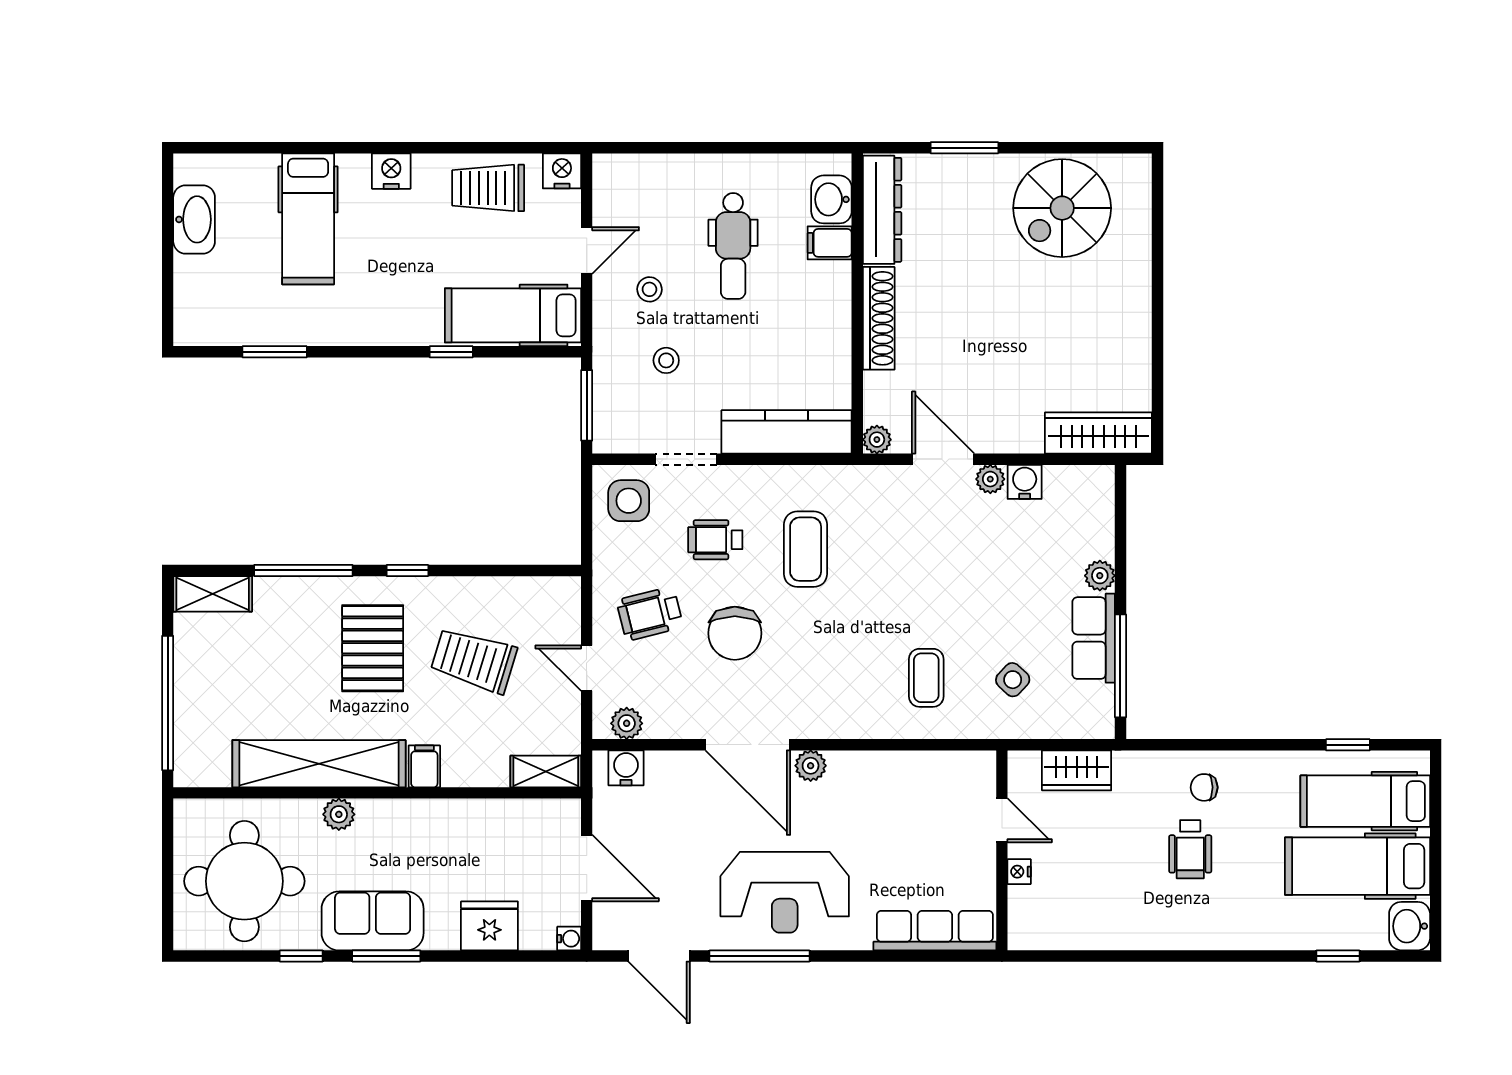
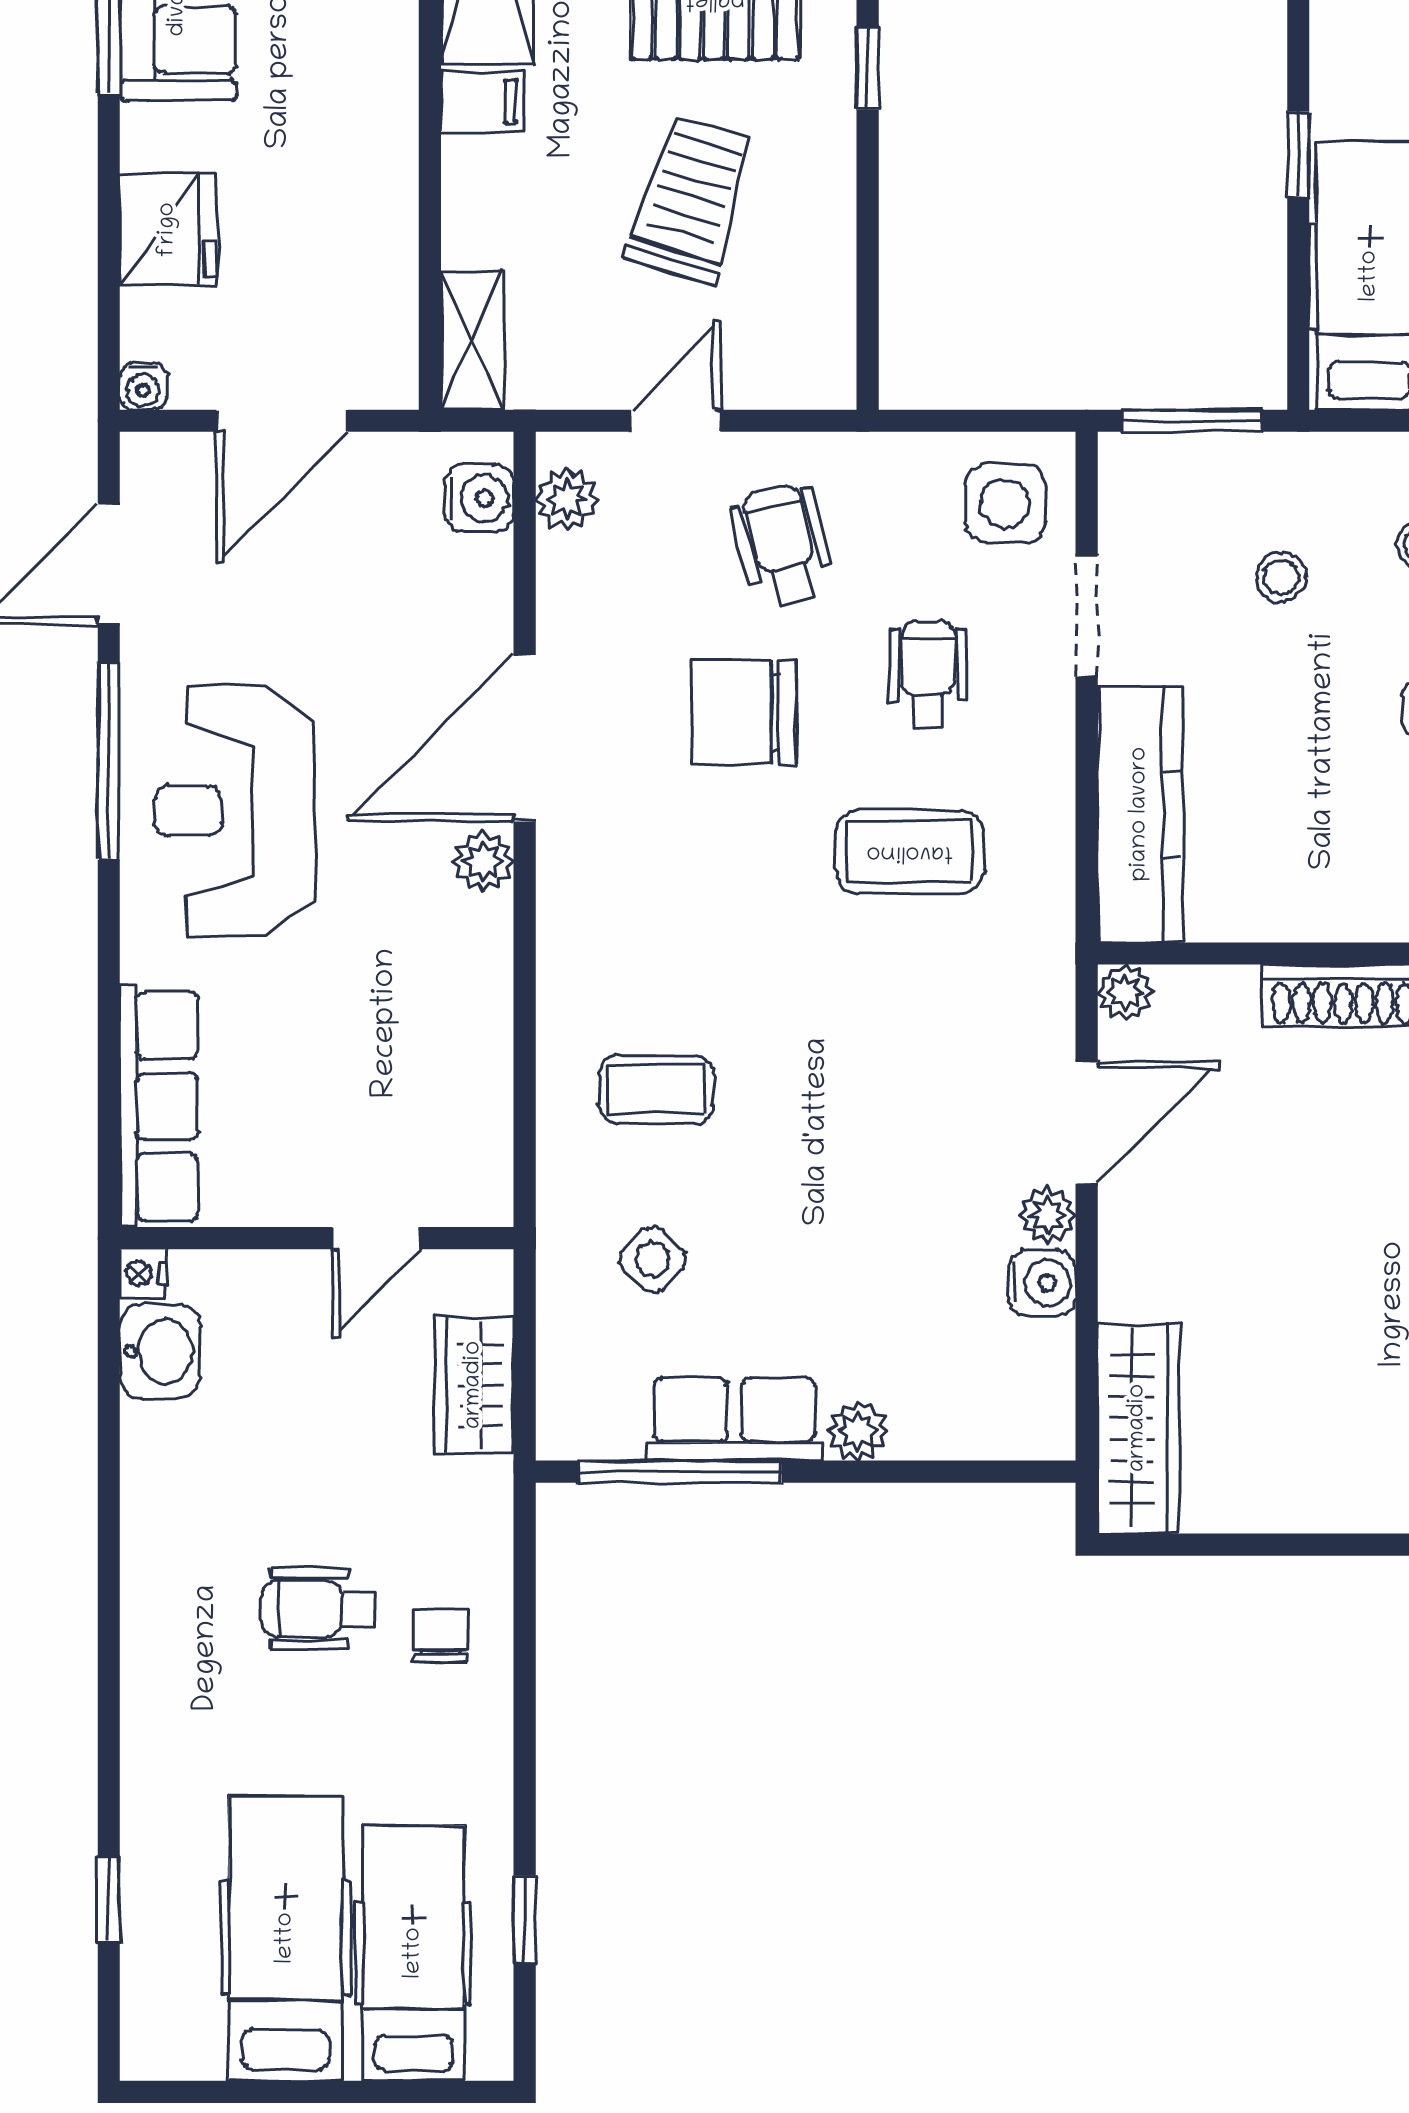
nightstand: (1019, 872) -> (143, 1273), moved, turned -90
washbasin: (1410, 926) -> (160, 1351), moved, turned 90

